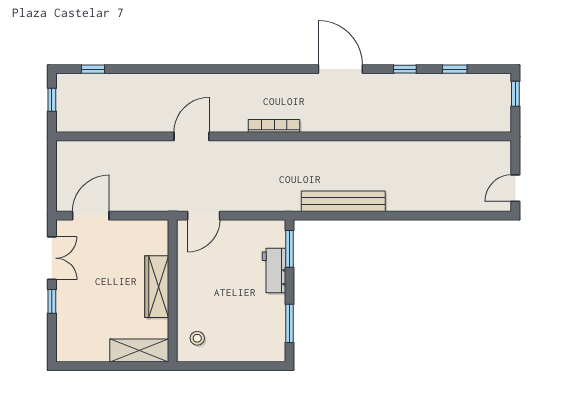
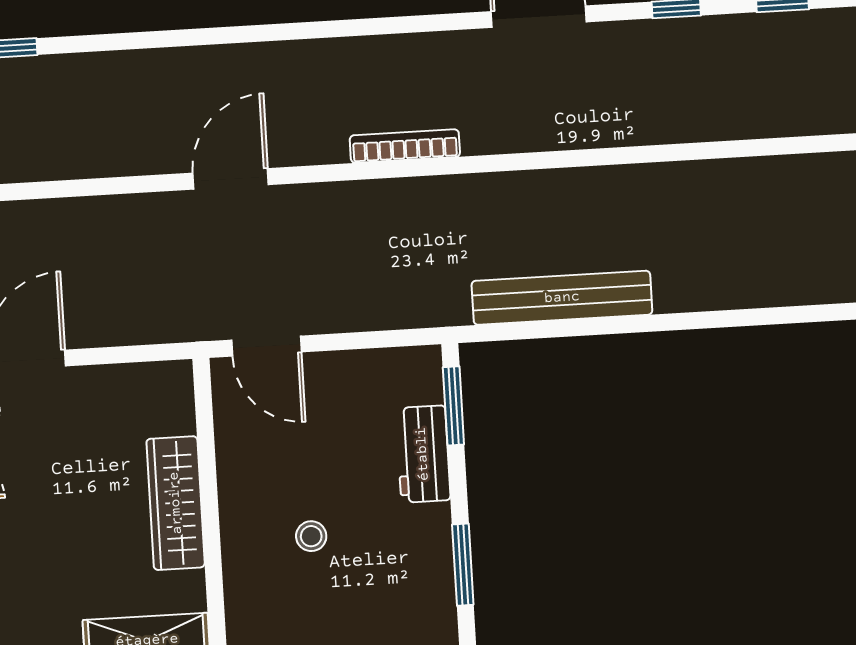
door: (204, 216) -> (266, 346), hinge flipped
stool: (197, 338) -> (311, 536), moved

